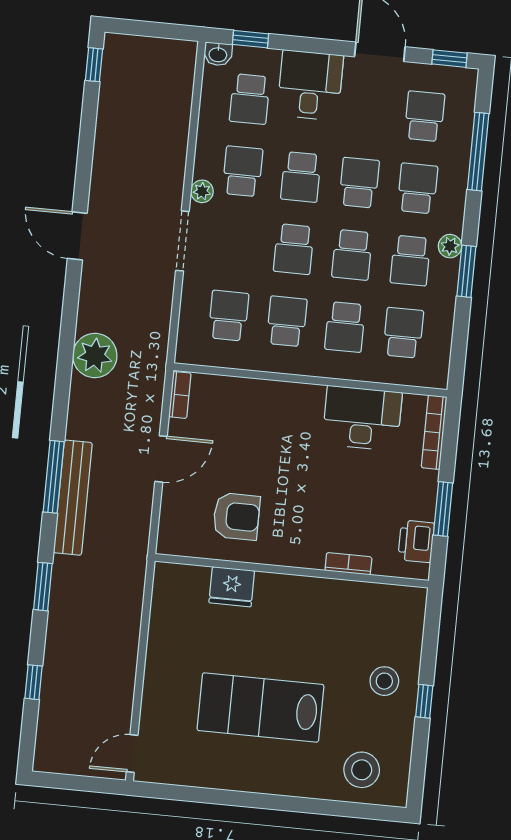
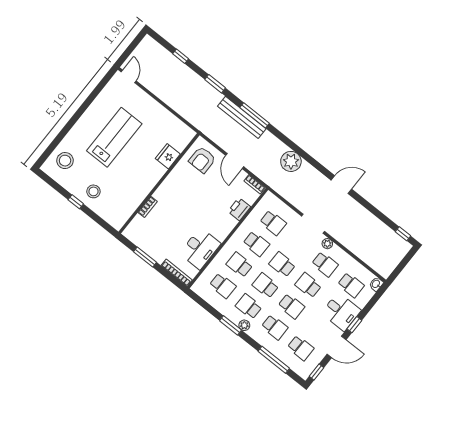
window: (251, 39) -> (354, 325), moved
school desk: (250, 99) -> (351, 285), turned 180
armchair: (236, 516) -> (202, 160), moved
printer: (416, 541) -> (239, 209), moved, turned -90

